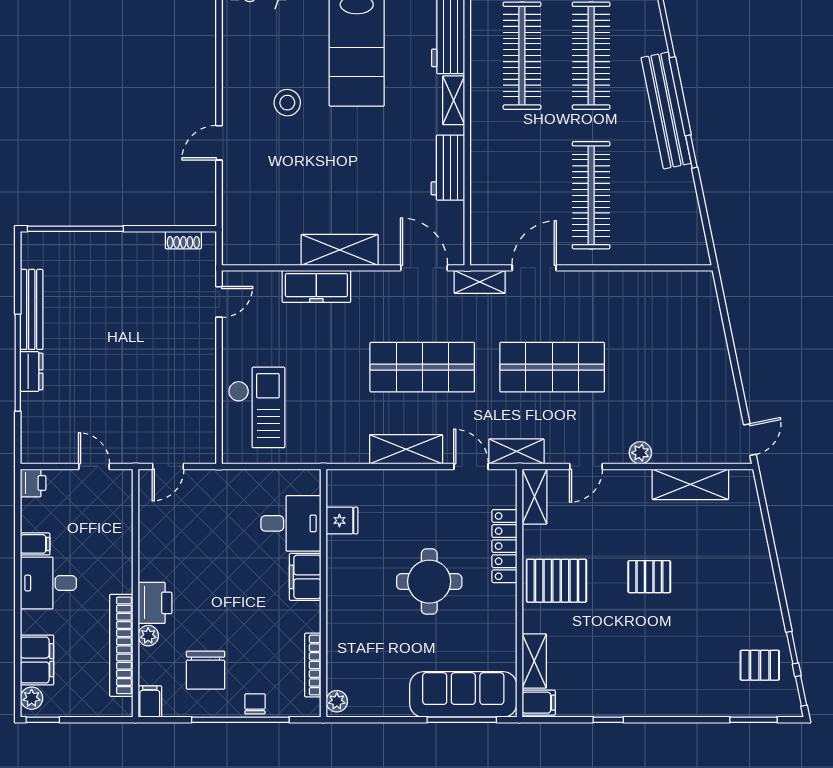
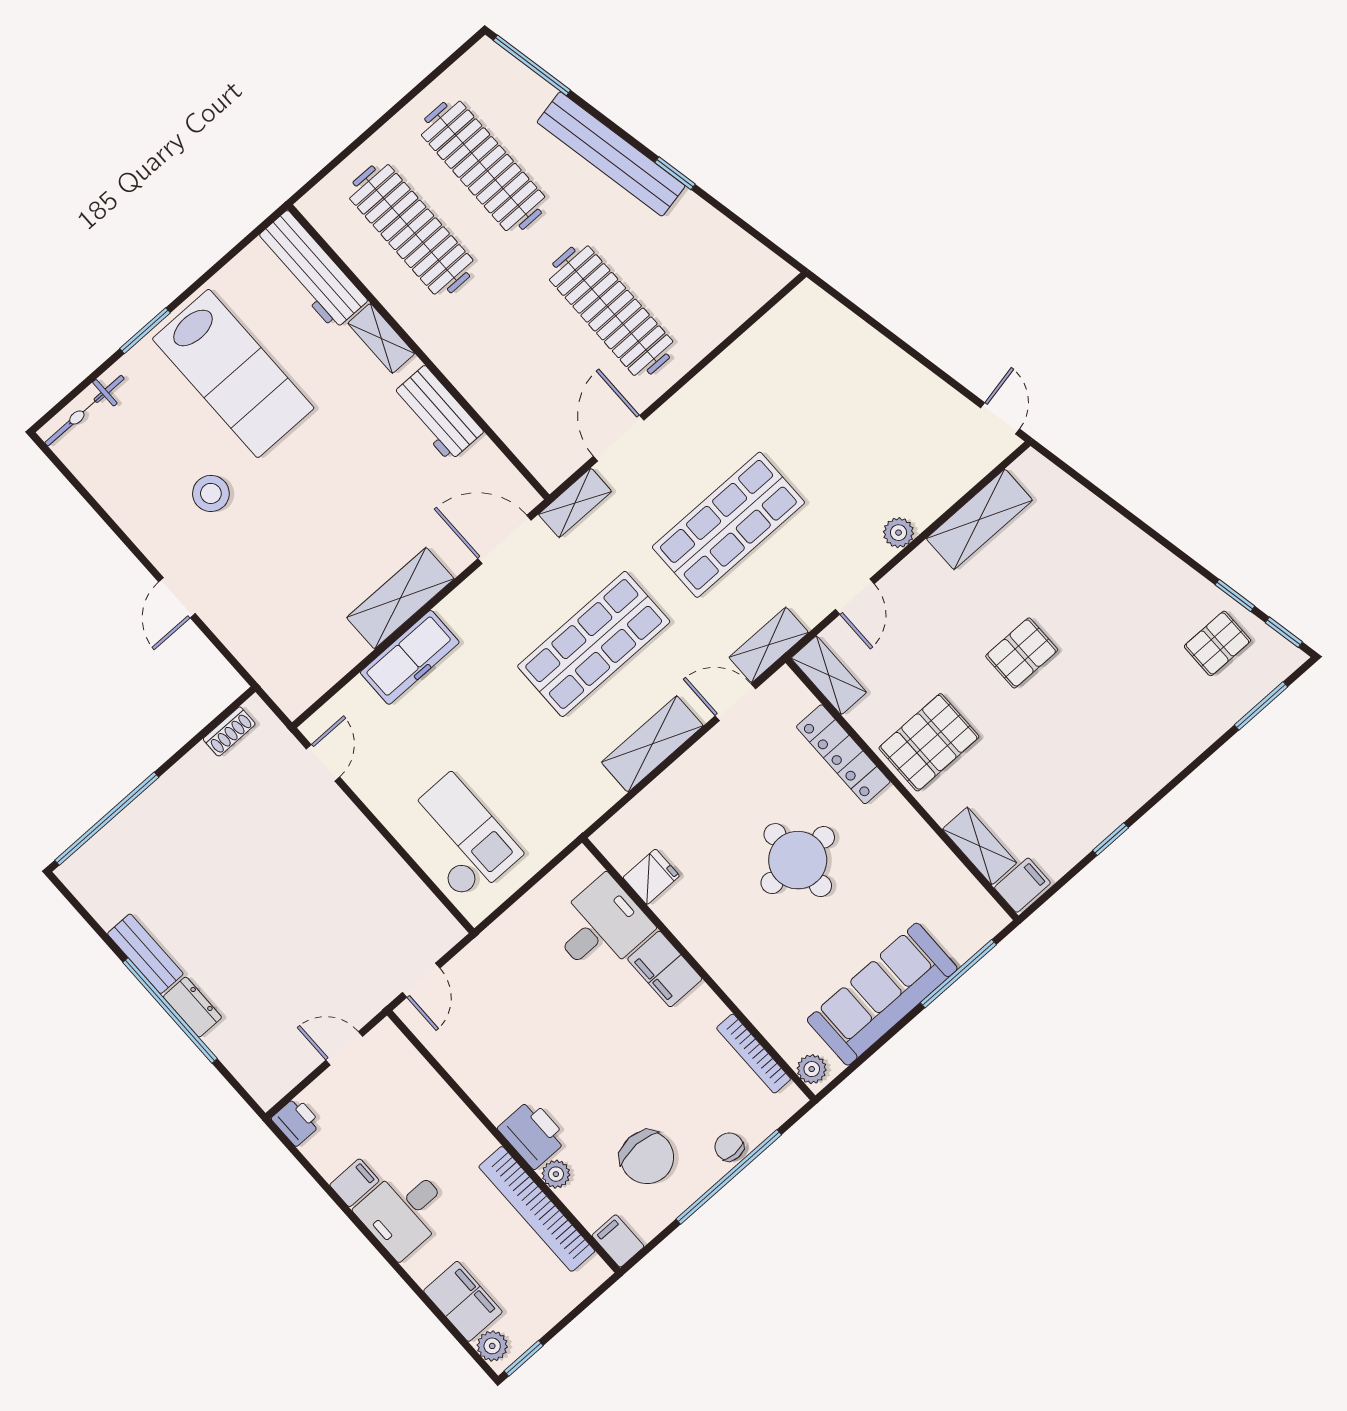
bench: (32, 309) -> (145, 954), width x0.73
sofa: (463, 694) -> (882, 994), moved

